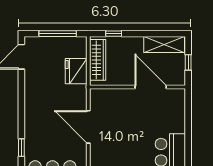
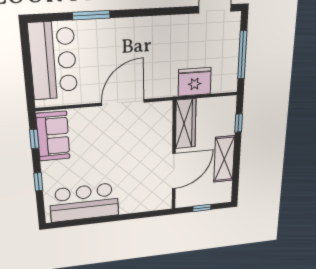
shelving: (164, 45) -> (224, 159), moved
wardrobe: (98, 60) -> (186, 124), moved, turned -90
window: (21, 148) -> (91, 15), width x1.50

